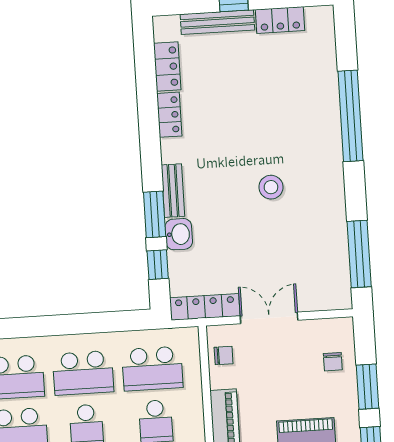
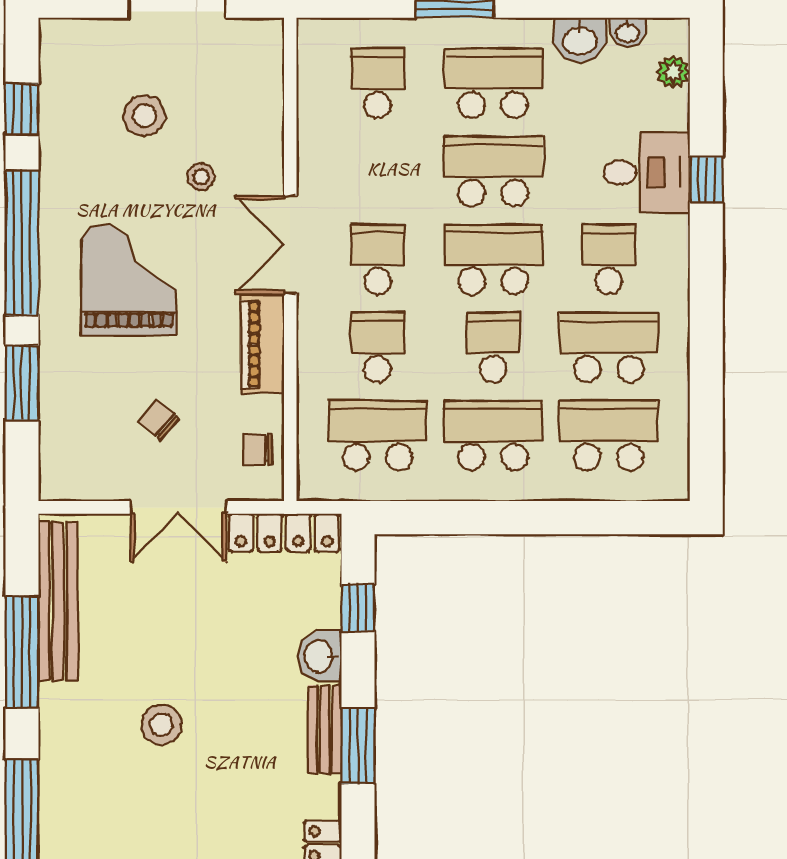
window: (155, 214) -> (358, 746), moved
window: (359, 254) -> (22, 652), moved
bench: (338, 257) -> (58, 601), added
chair: (333, 362) -> (158, 420), moved, turned -50

